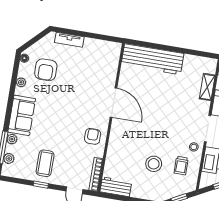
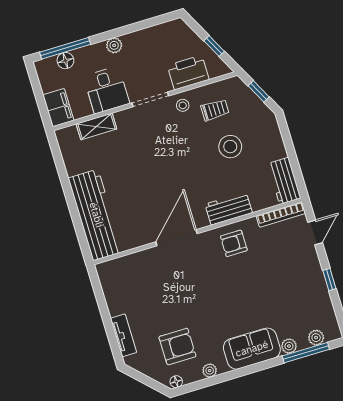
workbench: (116, 144) -> (229, 208), added
coffee table: (45, 163) -> (299, 288), removed

